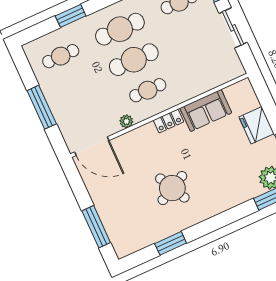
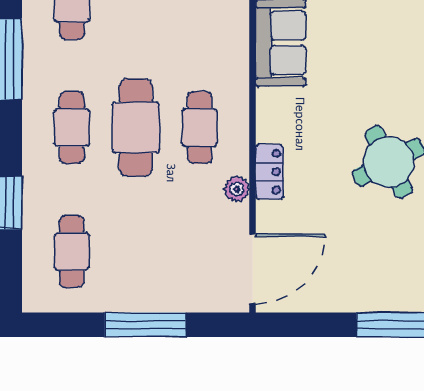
cafe table: (120, 29) -> (72, 127), width x0.73, depth x0.74
locker: (168, 121) -> (269, 172), moved

